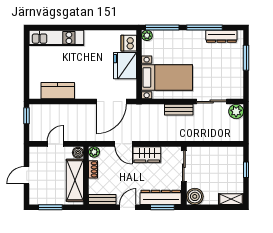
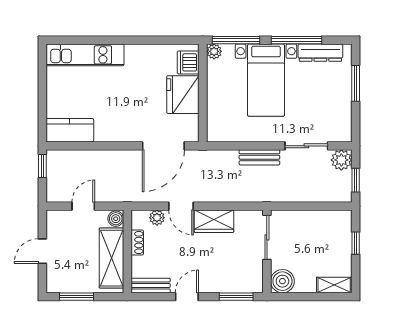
bed with nightstands: (167, 77) -> (266, 80), moved, turned 90
kitchen counter: (58, 91) -> (70, 130), moved
window: (246, 126) -> (356, 180), added
plant: (94, 152) -> (157, 218), moved
dresser: (161, 197) -> (234, 283), removed

